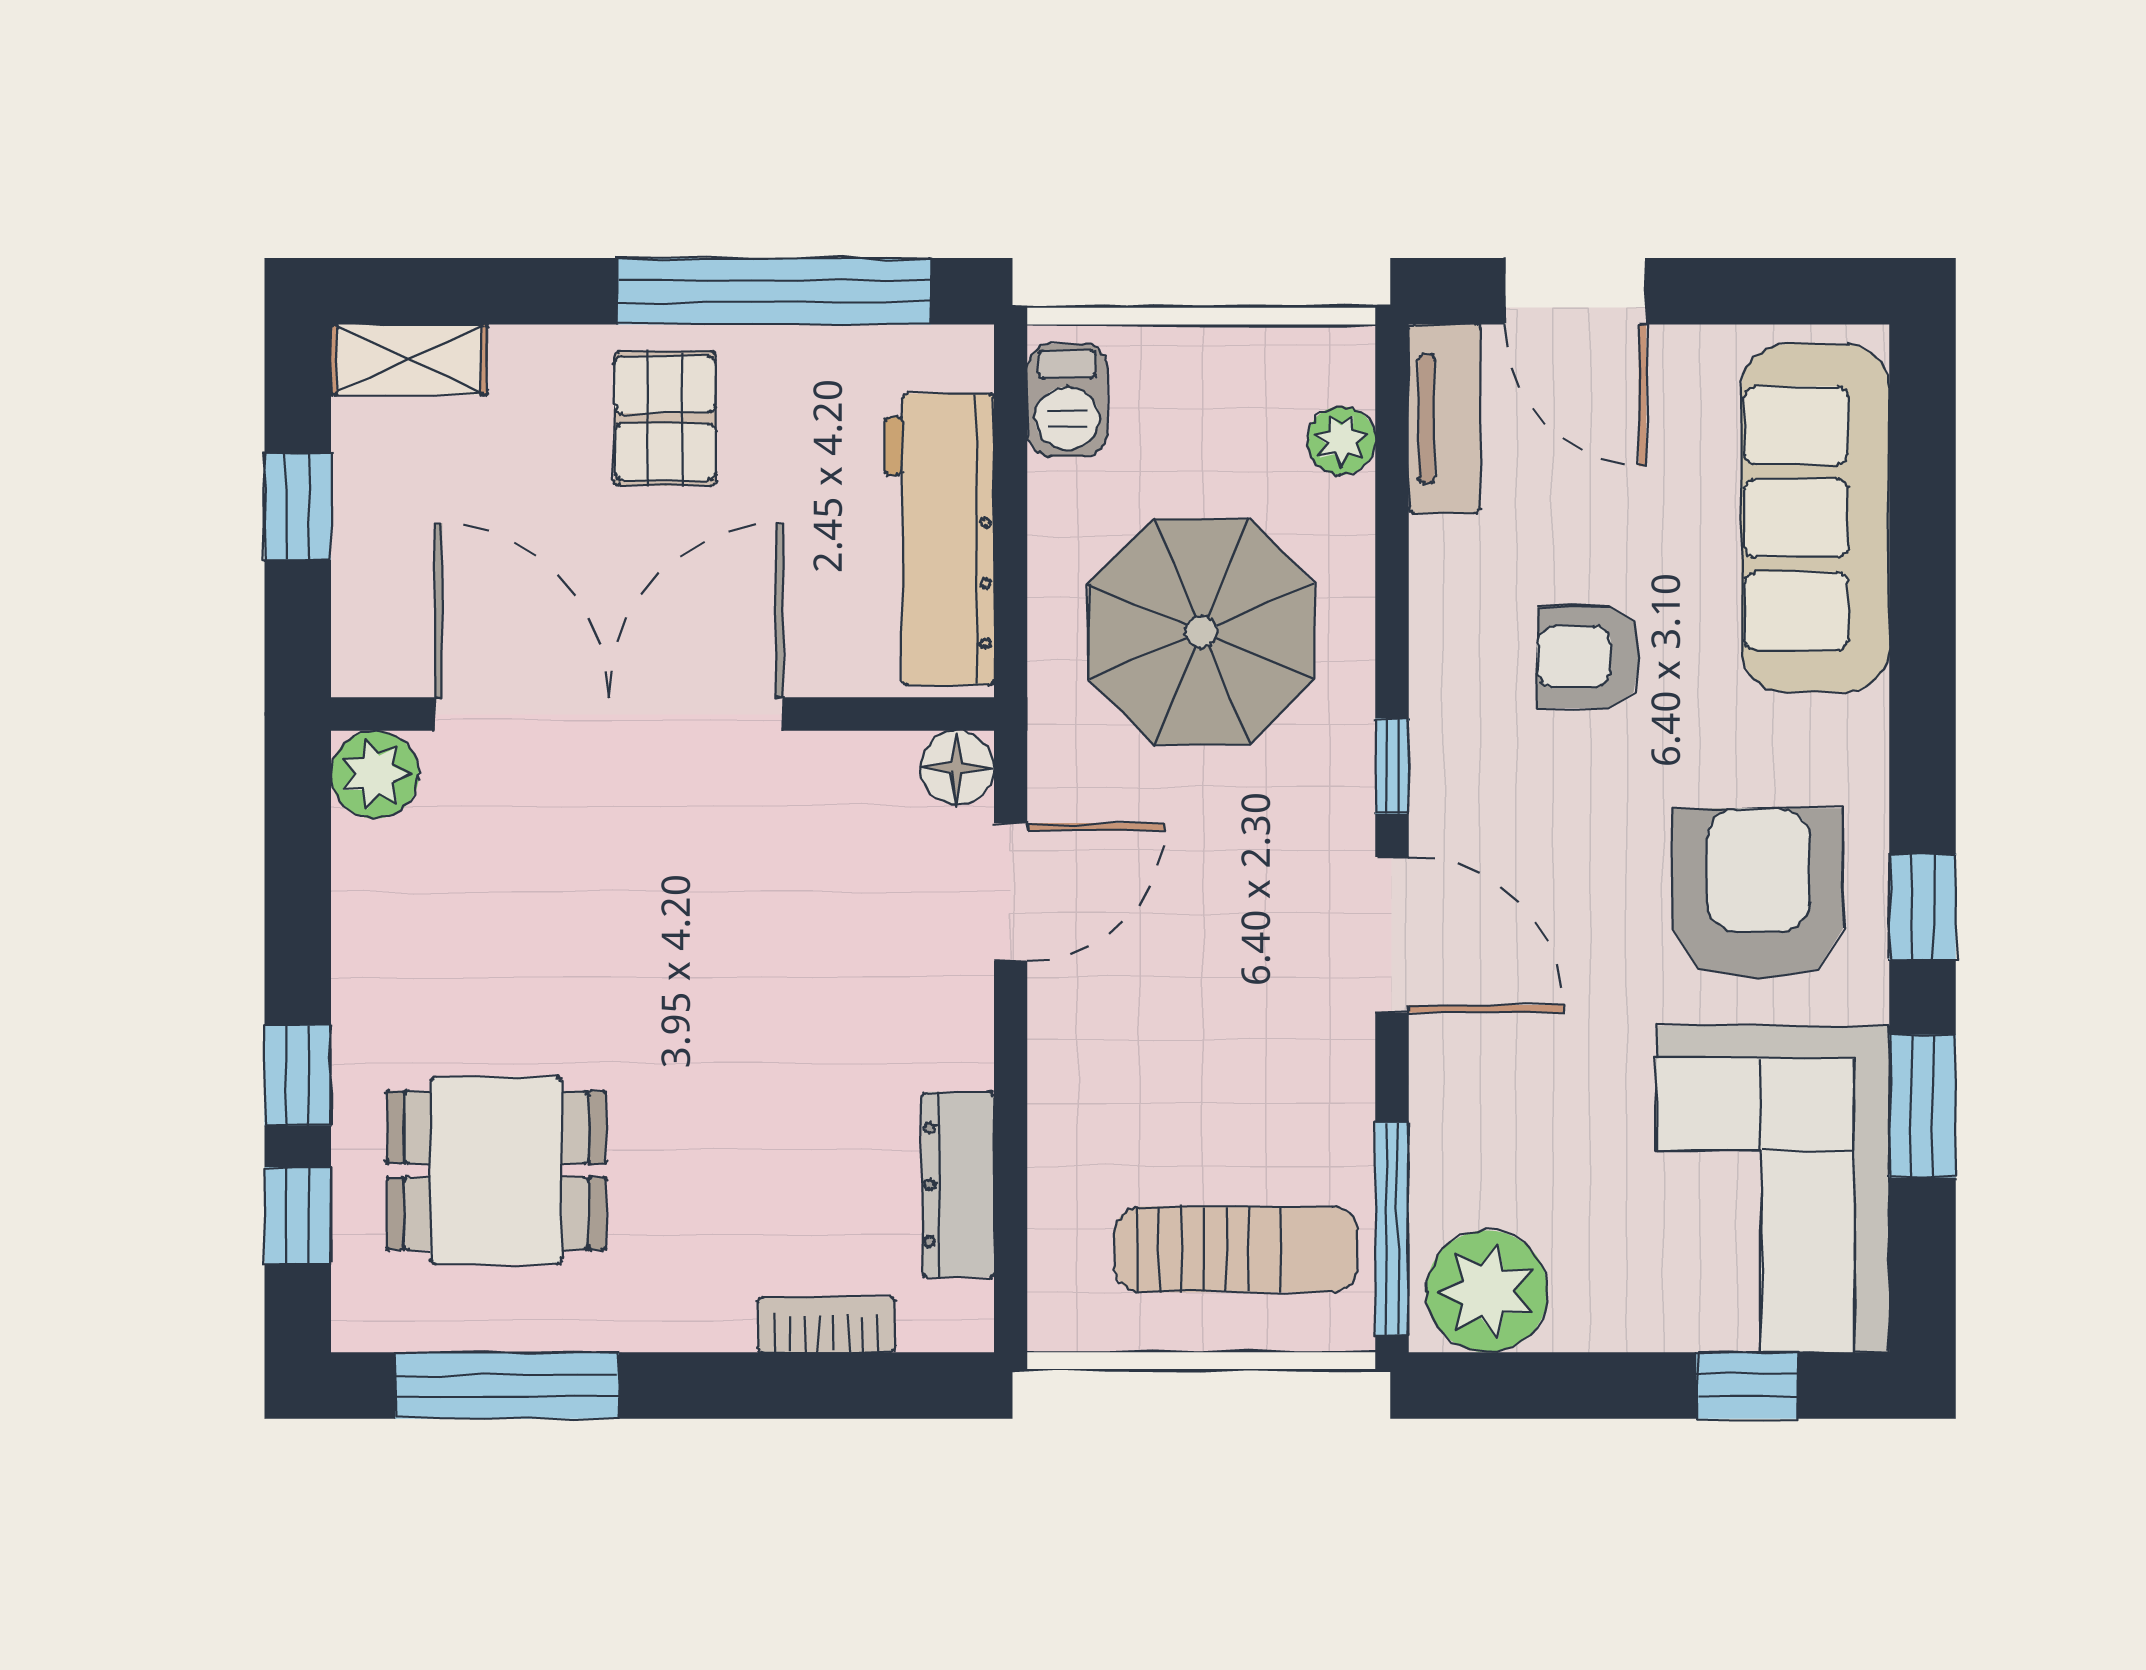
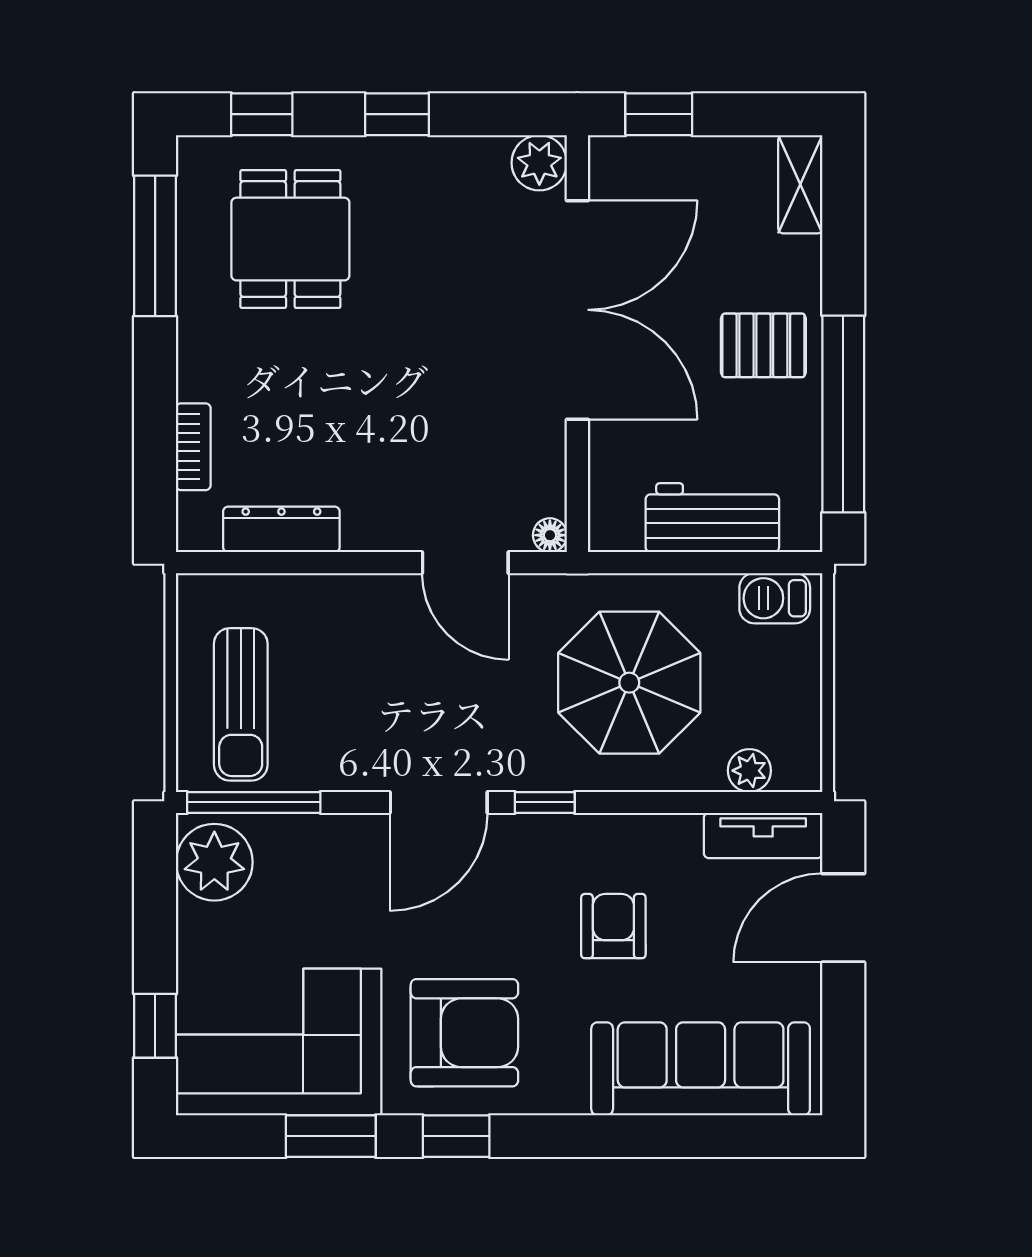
window: (298, 507) -> (659, 114), moved
workbench: (939, 539) -> (712, 518), width x0.73
floor lamp: (957, 768) -> (550, 535), width x0.73, depth x0.73
window: (298, 1075) -> (397, 114), moved

